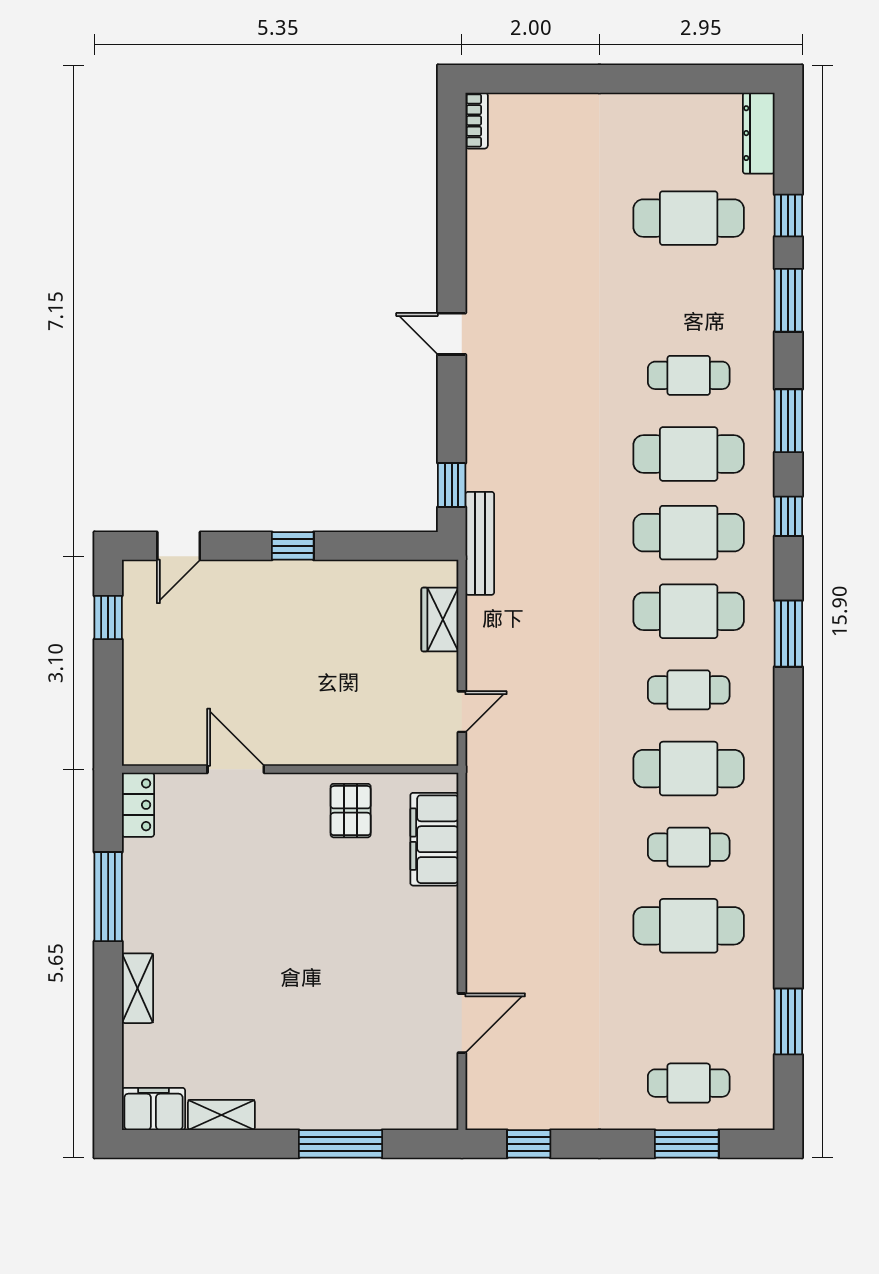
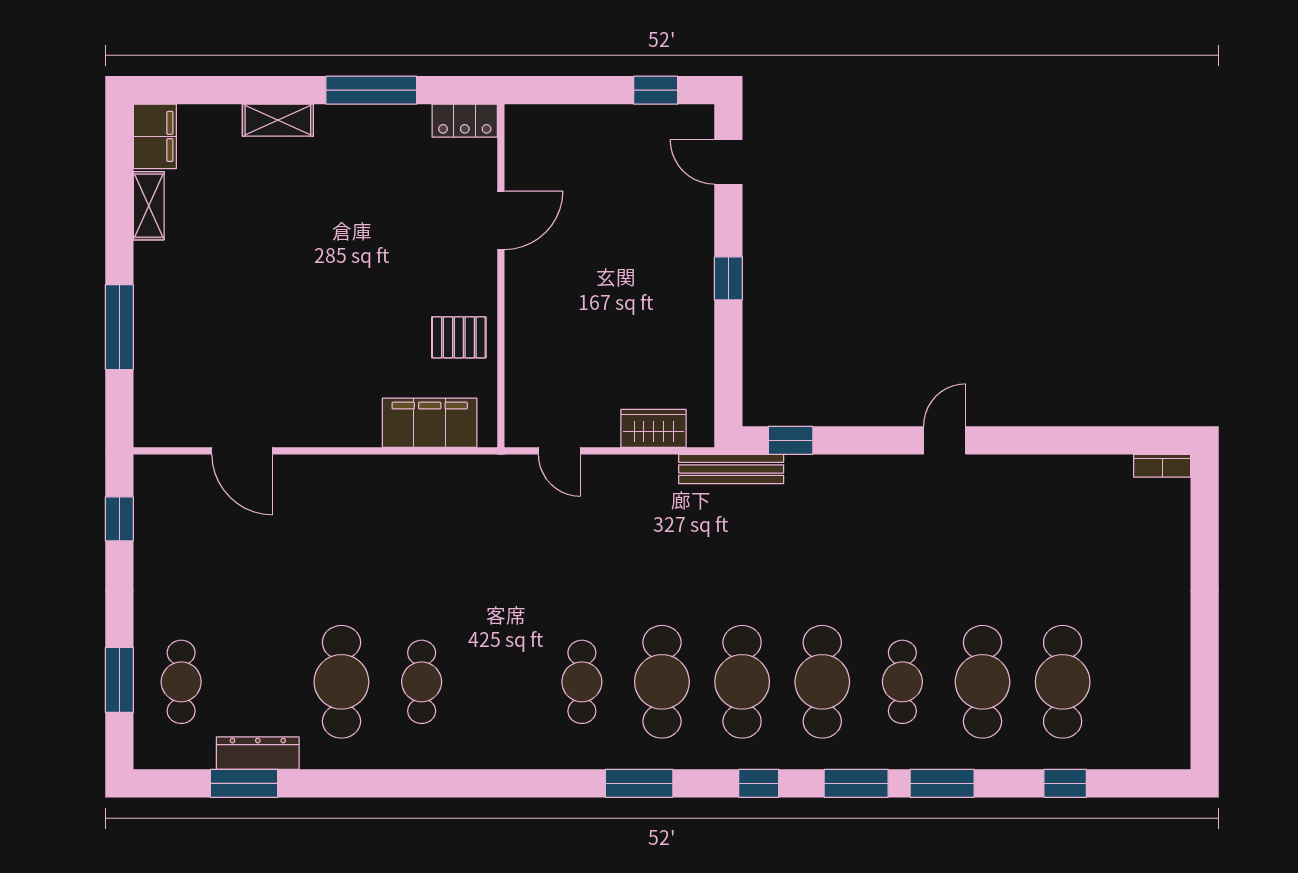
dresser: (759, 133) -> (258, 753), moved
window: (788, 300) -> (942, 783), moved
cafe table: (689, 769) -> (982, 682), moved

